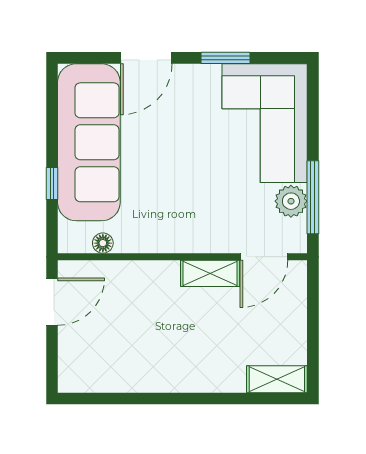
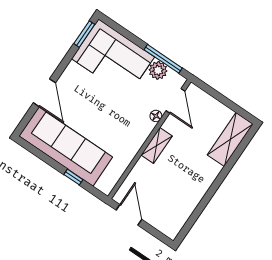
window: (225, 58) -> (84, 34), moved
floor lamp: (103, 243) -> (156, 116), moved
shelving: (210, 273) -> (157, 145), moved
shelving: (277, 379) -> (230, 140), width x1.50, depth x1.33

